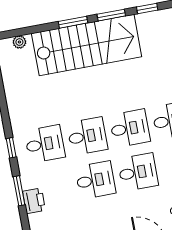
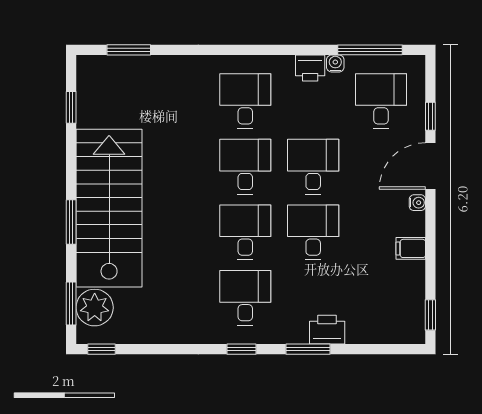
window: (111, 15) -> (71, 303), moved
plant: (19, 42) -> (95, 308), width x1.88, depth x1.88

